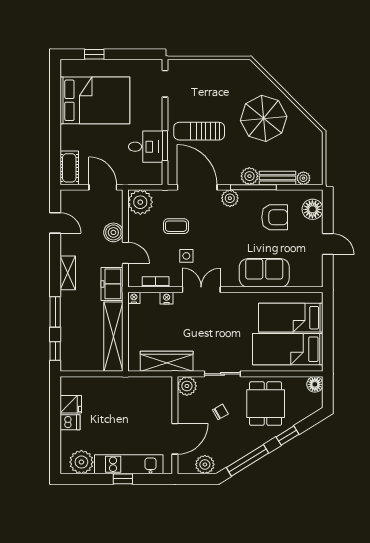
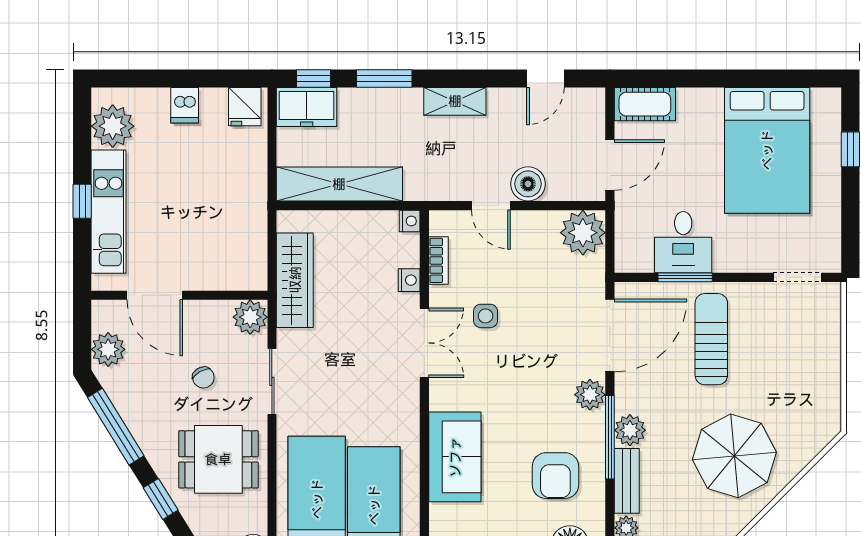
coffee table: (176, 226) -> (539, 297), removed
door: (125, 253) -> (491, 206), hinge flipped
freezer: (112, 284) -> (307, 107), moved, turned 180
fridge: (71, 404) -> (245, 107), moved

